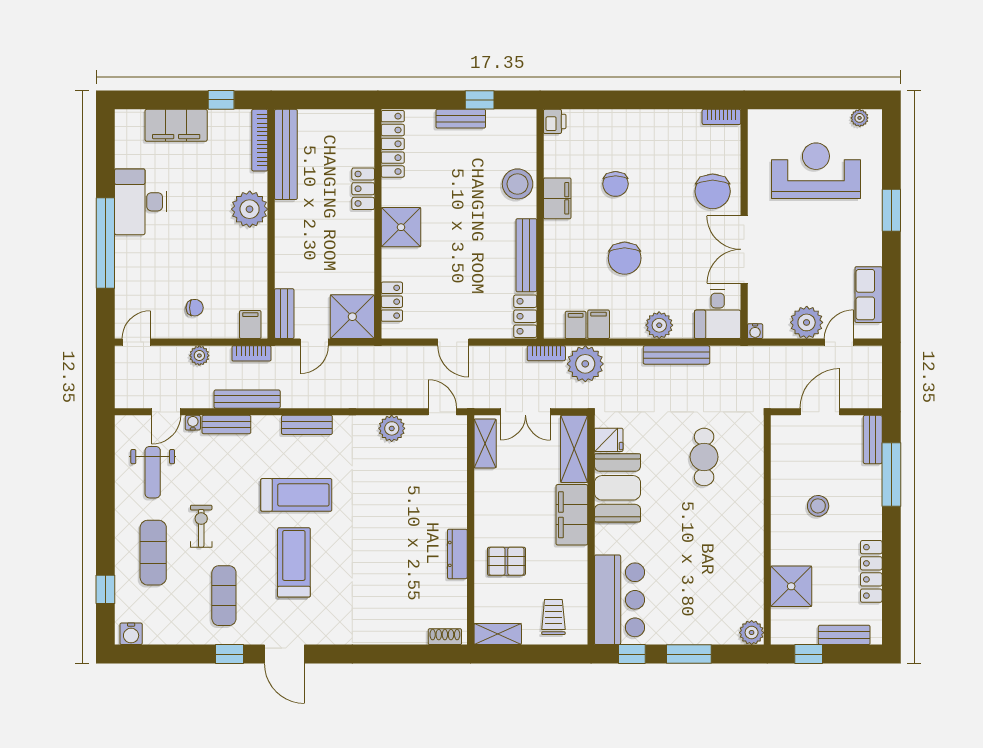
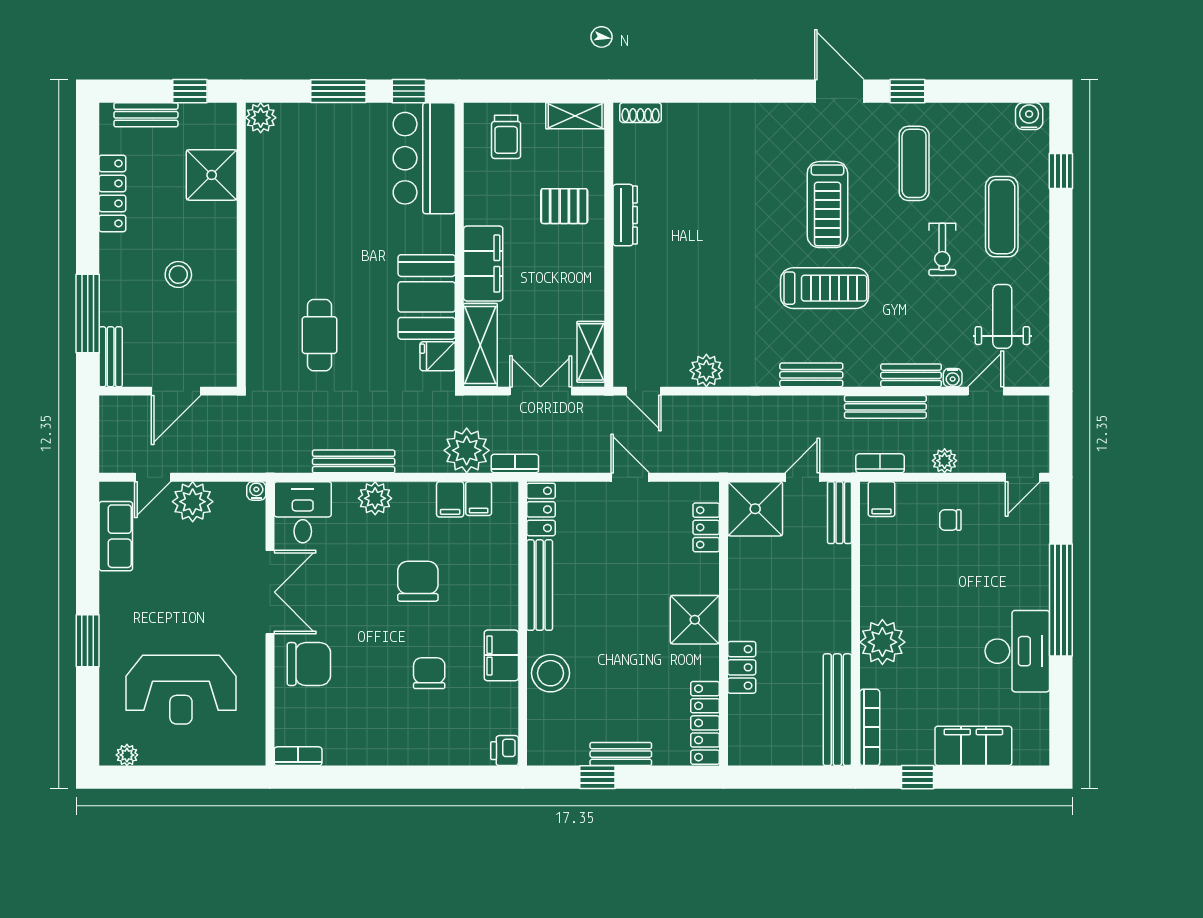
chair: (713, 191) -> (309, 664), turned 90
treadmill: (296, 495) -> (824, 288), turned 180

